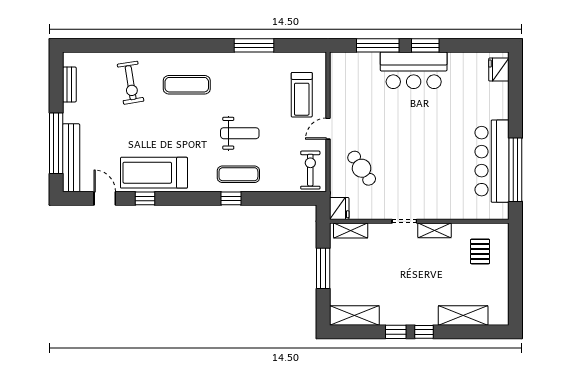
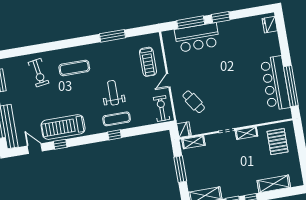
bar counter: (414, 70) -> (197, 38), moved
weight bench: (240, 133) -> (113, 93), turned -90
pallet: (480, 251) -> (278, 142), width x1.50, depth x1.42

